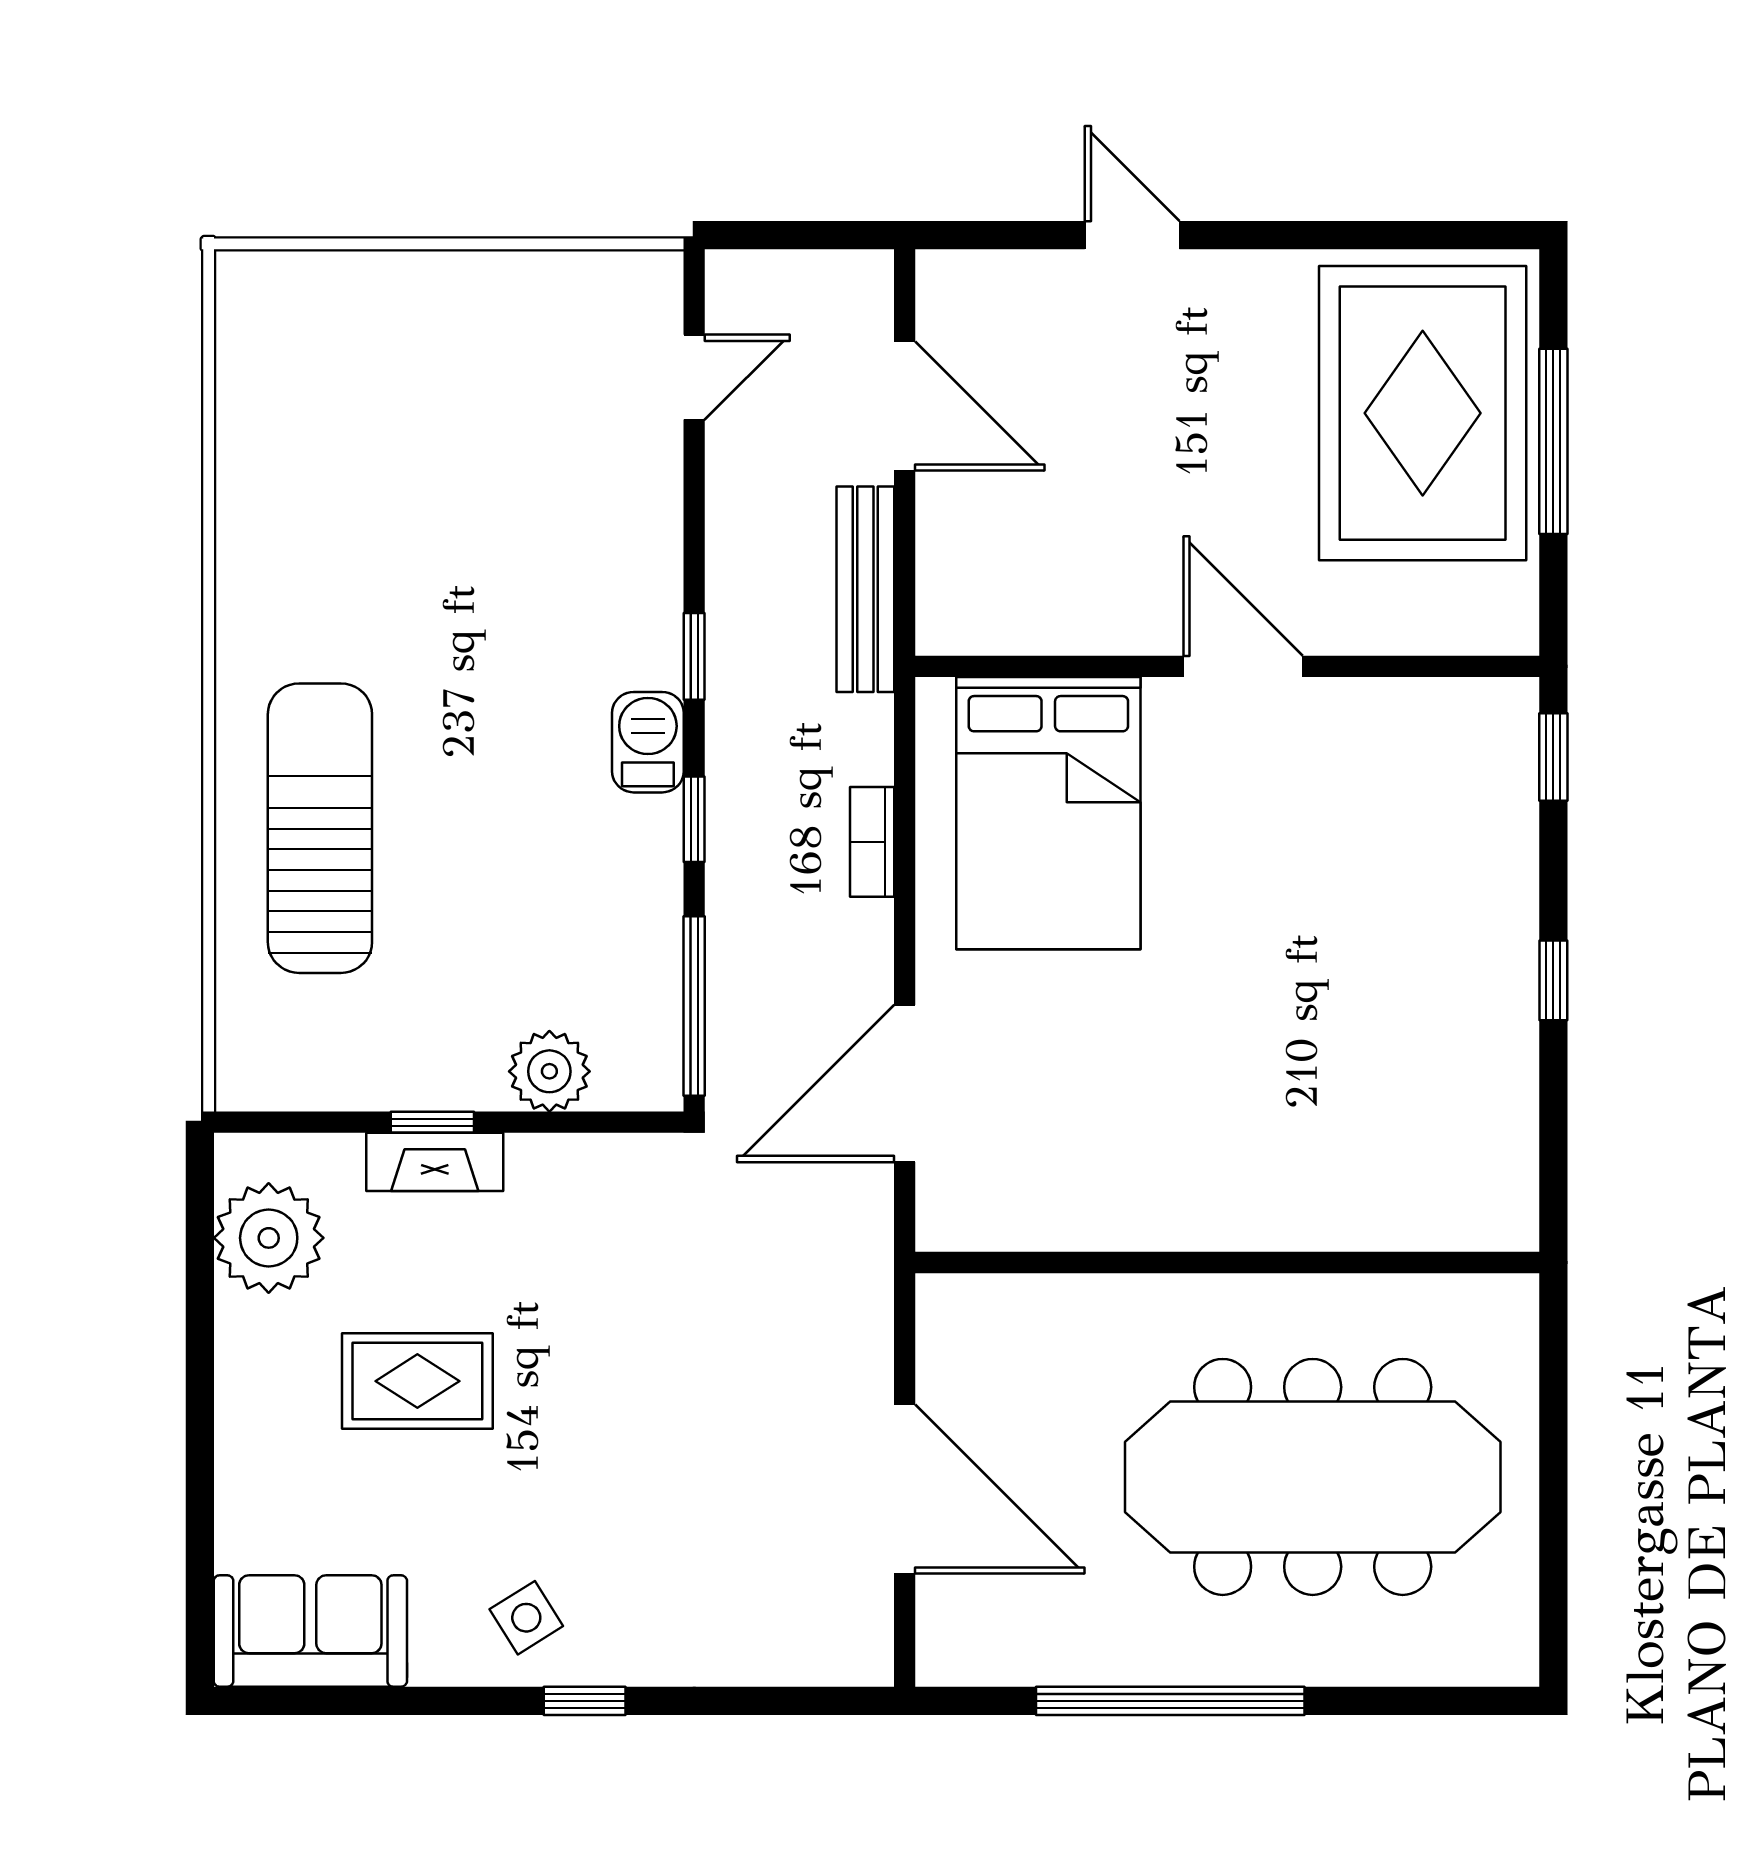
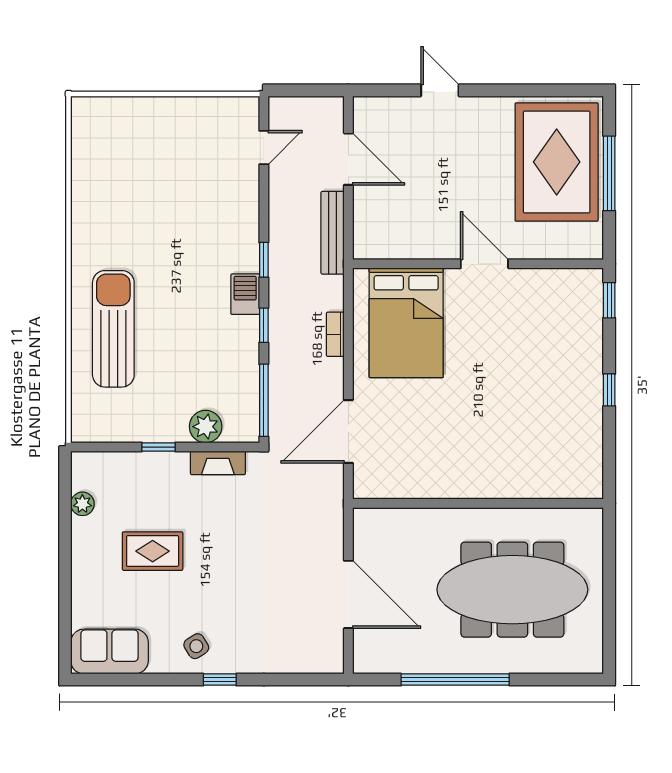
fireplace: (435, 1162) -> (218, 463), moved
plant: (269, 1238) -> (82, 504), width x0.53, depth x0.53

